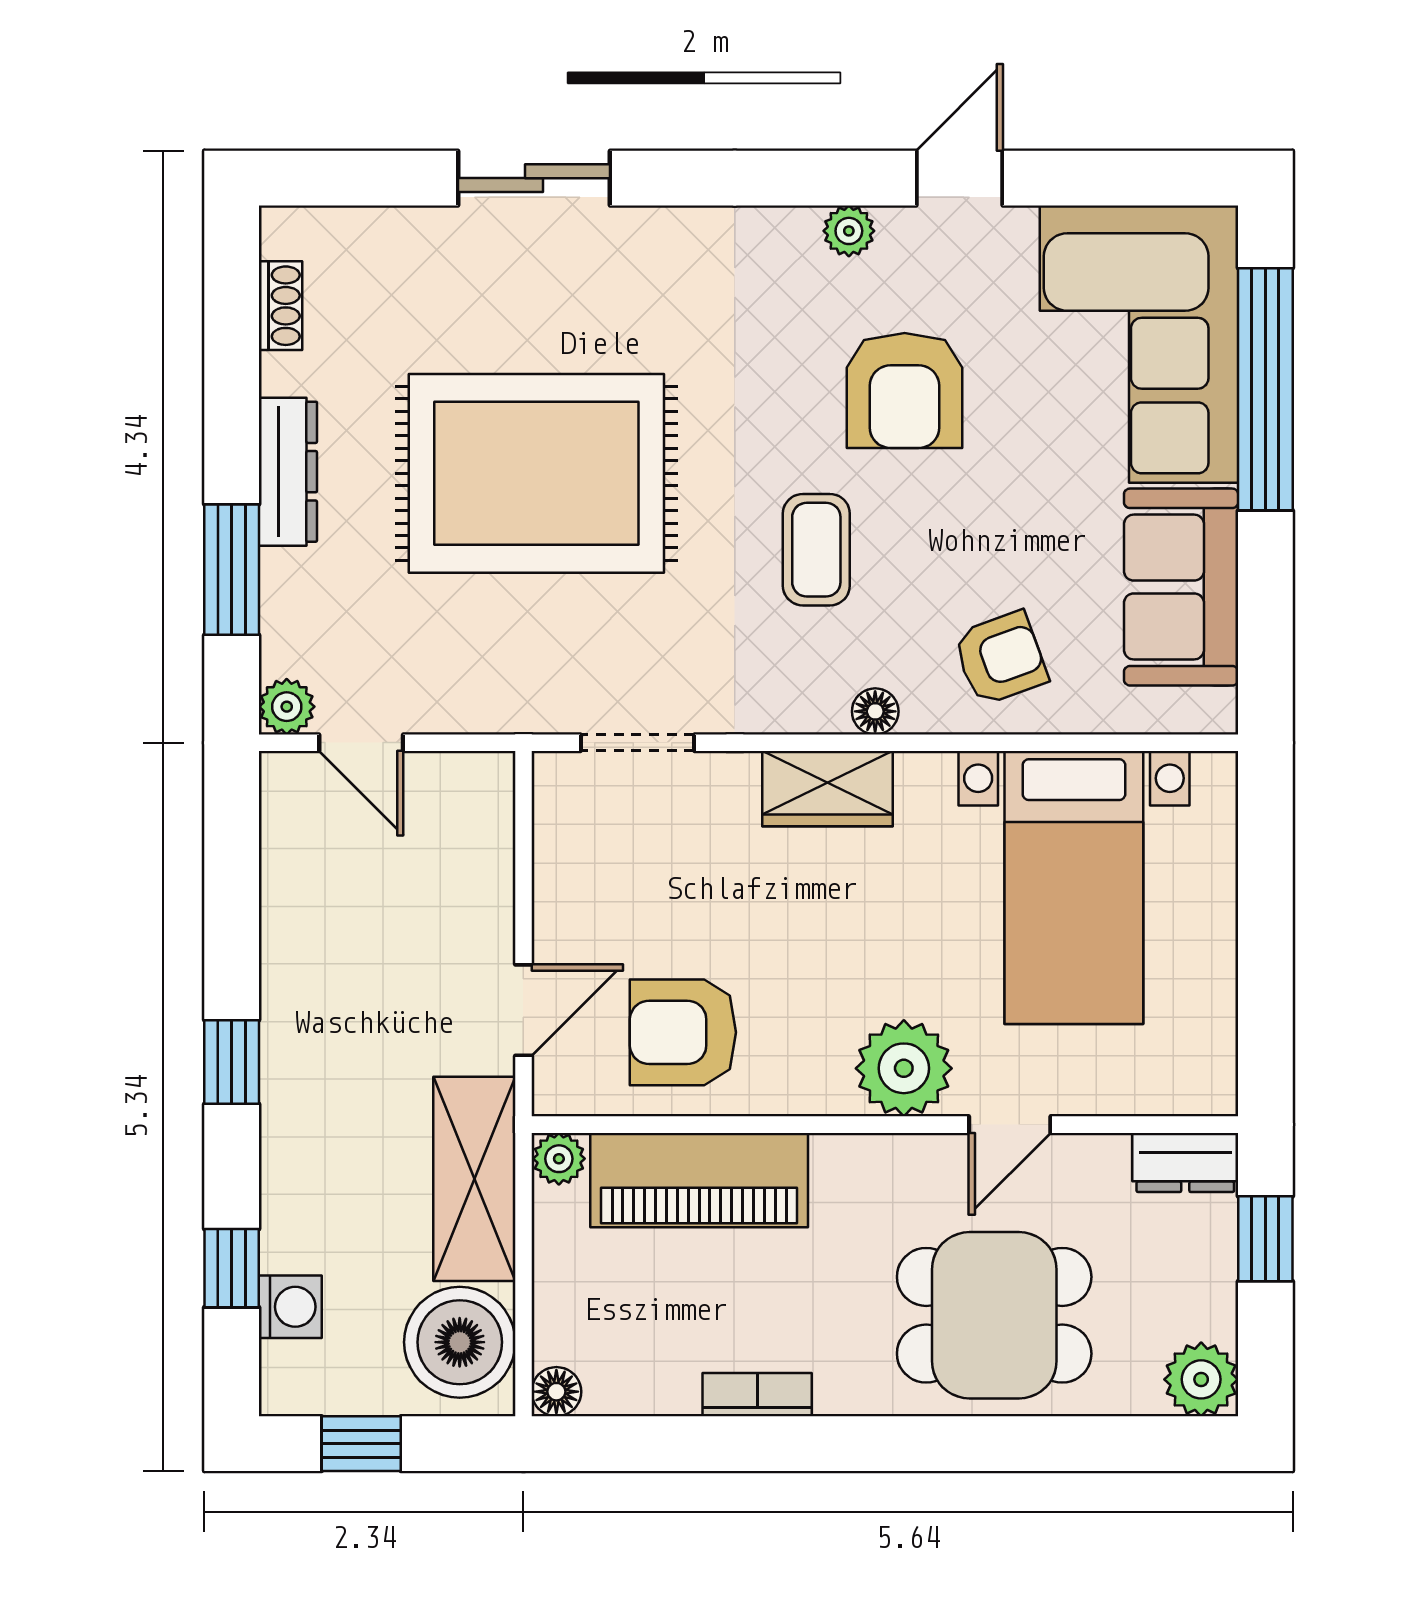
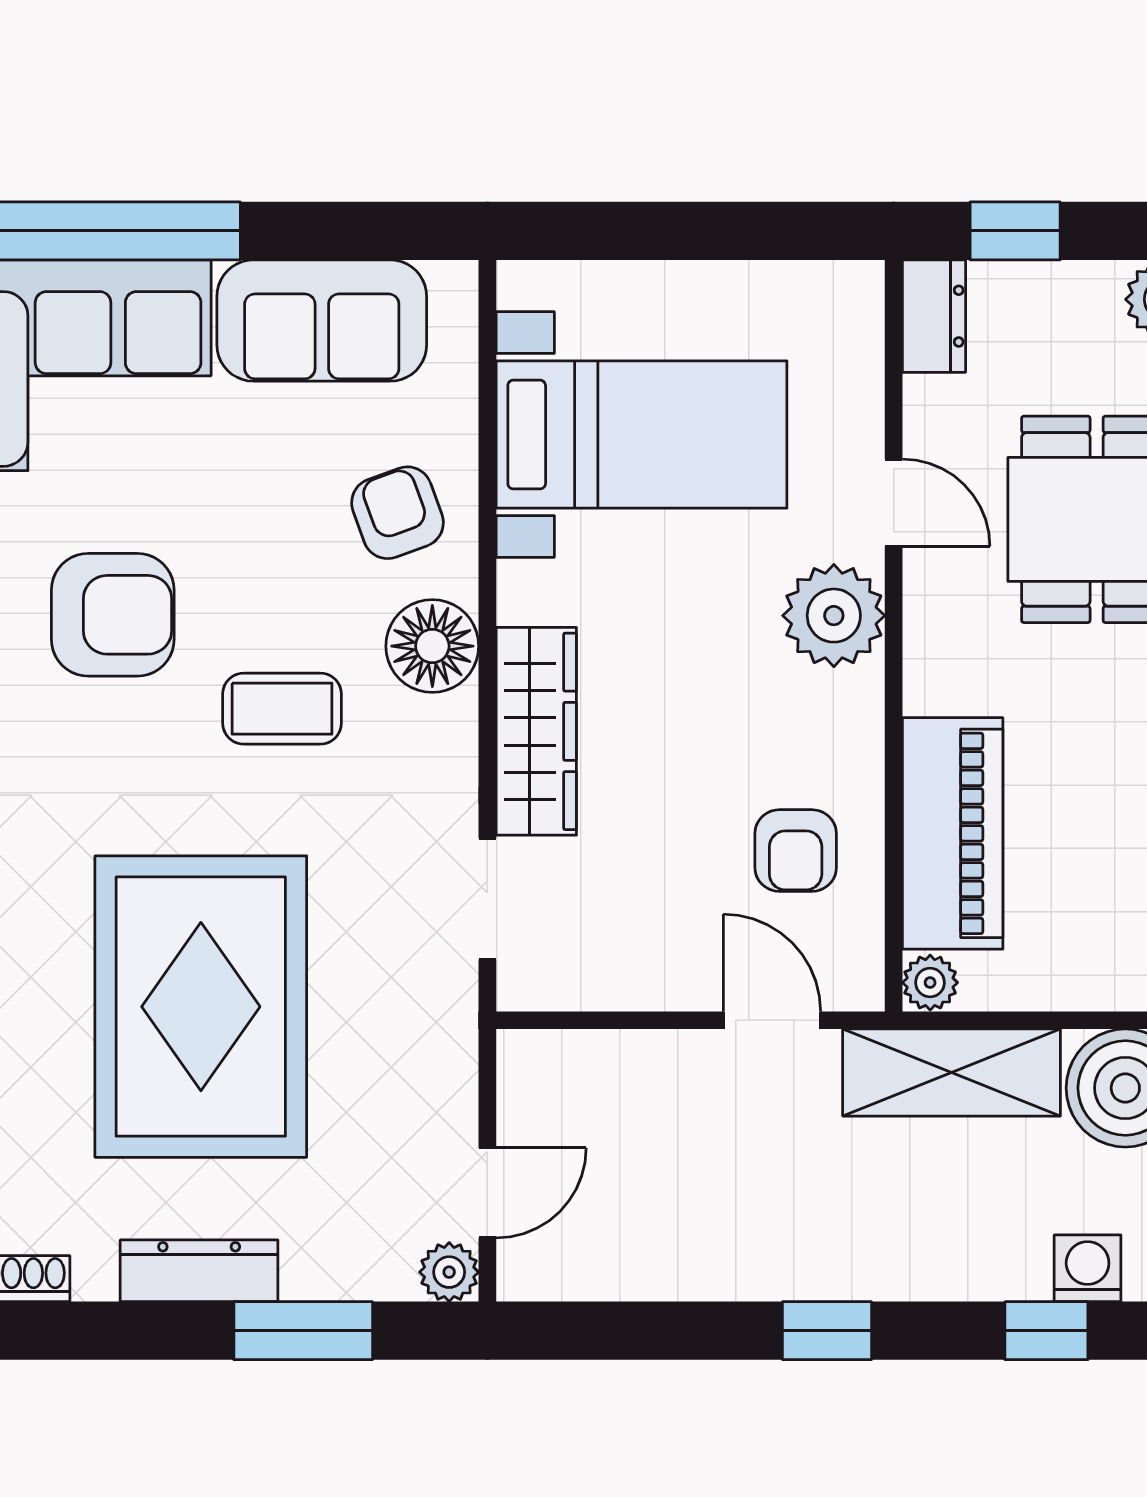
floor lamp: (875, 711) -> (432, 646), width x1.89, depth x1.89
wardrobe: (828, 789) -> (536, 731), width x1.50
armchair: (683, 1032) -> (796, 851), width x0.72, depth x0.72

